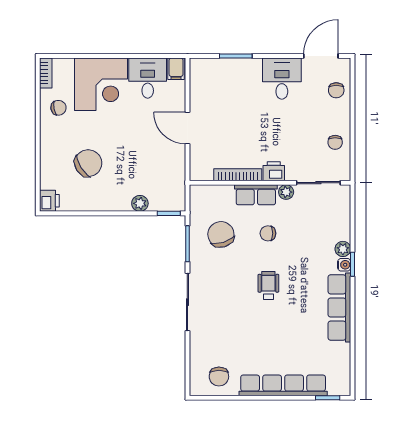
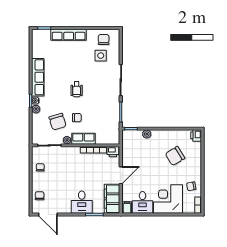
door: (321, 56) -> (48, 214), hinge flipped
desk: (282, 79) -> (82, 202), moved
filing cabinet: (203, 85) -> (112, 199), added
door: (187, 128) -> (121, 175), hinge flipped
printer: (274, 171) -> (113, 152), moved
chair: (221, 234) -> (58, 122), moved
side table: (224, 347) -> (101, 56), added
row of seats: (283, 385) -> (69, 35), width x0.73

